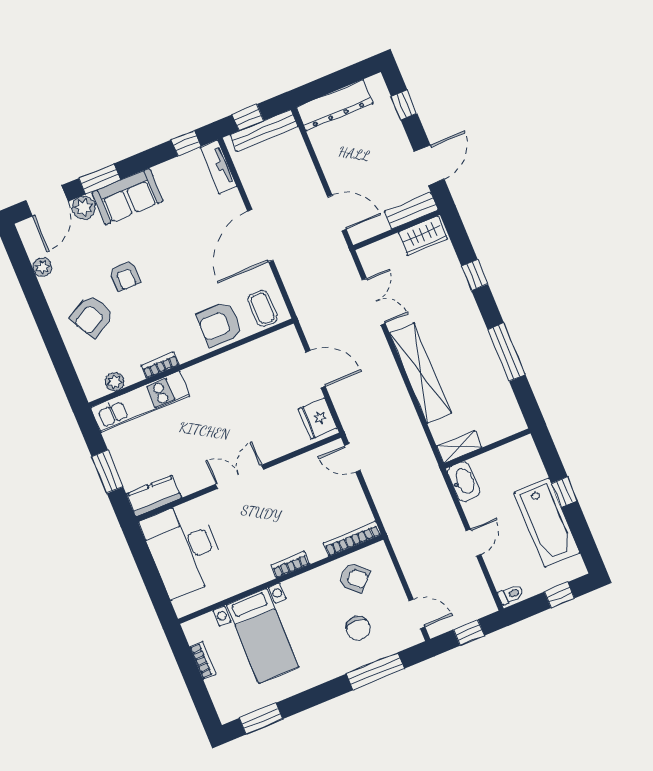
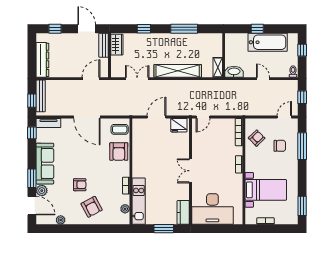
sofa: (127, 197) -> (45, 164), width x1.36

